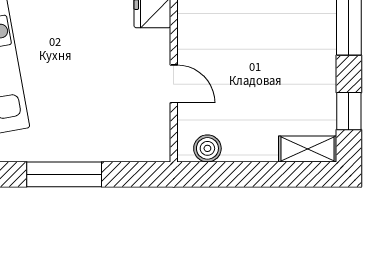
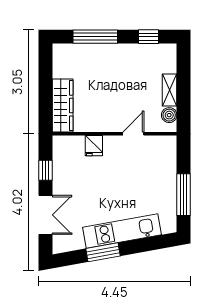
shelving: (308, 149) -> (170, 90), moved

